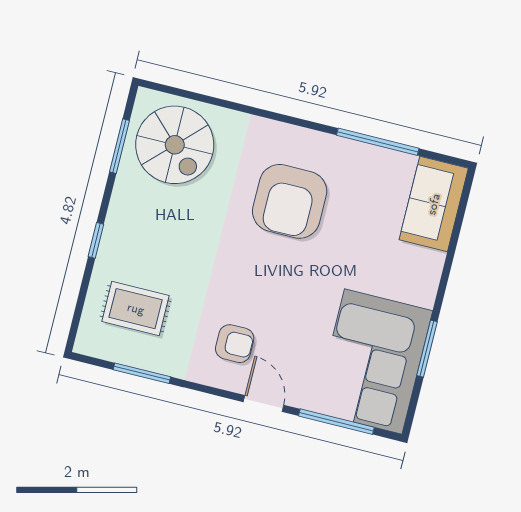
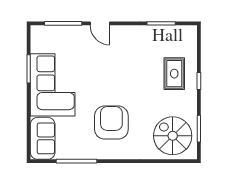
rug: (136, 309) -> (174, 74), moved, turned 90
armchair: (235, 344) -> (121, 48), removed
corner sofa: (373, 361) -> (53, 85), moved

